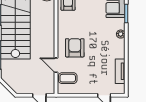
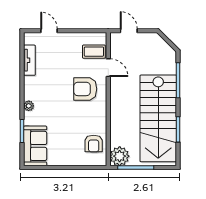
armchair: (75, 48) -> (85, 89), turned 90

